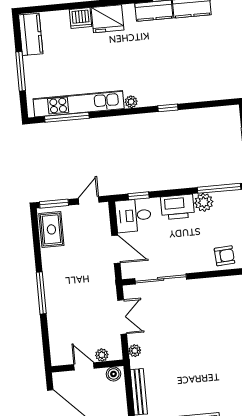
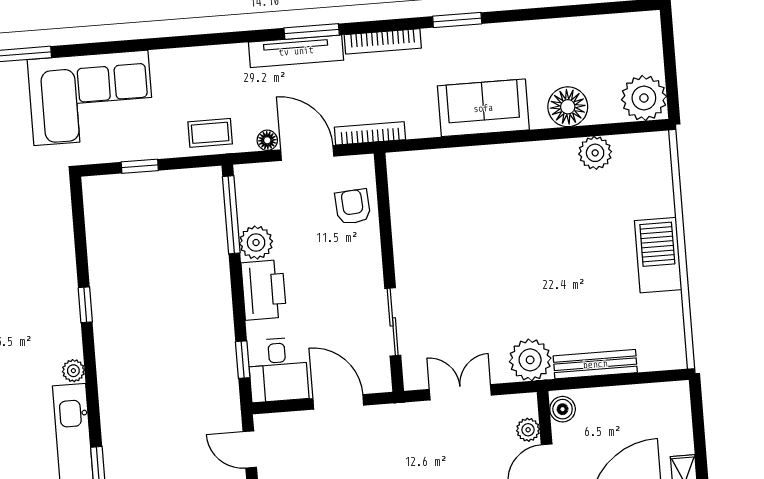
door: (116, 249) -> (338, 402), hinge flipped
sliding door: (161, 279) -> (393, 322), width x0.73
plant: (135, 351) -> (530, 360), width x1.87, depth x1.87

